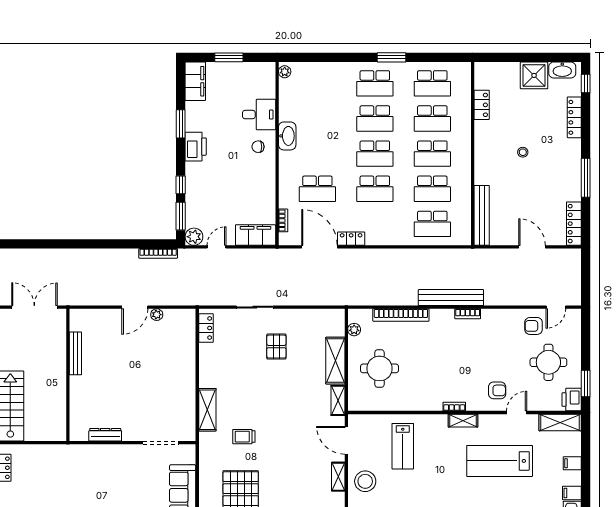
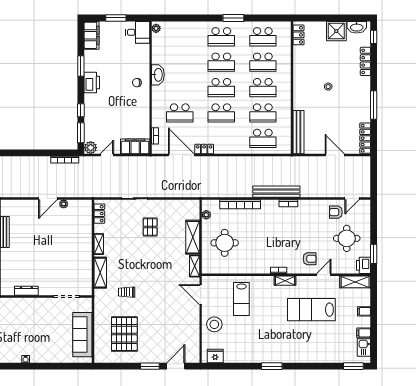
locker: (482, 105) -> (298, 35), moved
desk: (259, 115) -> (138, 32), moved
shelving: (338, 477) -> (99, 244), moved

